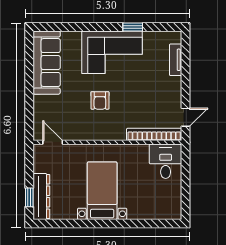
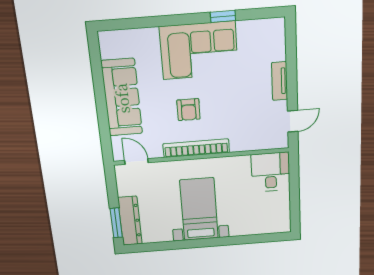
tv unit: (176, 60) -> (280, 81), moved
sofa: (47, 63) -> (122, 98), moved
bookcase: (154, 134) -> (196, 148), moved
window: (29, 197) -> (116, 223), width x1.50

